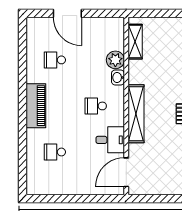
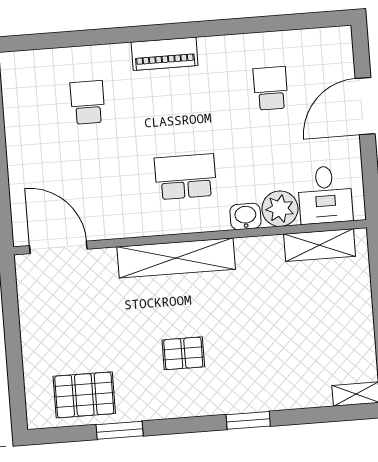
piano: (36, 106) -> (165, 54), width x0.73, depth x0.75
school desk: (96, 106) -> (185, 177), width x1.85
desk: (110, 140) -> (325, 195), moved

